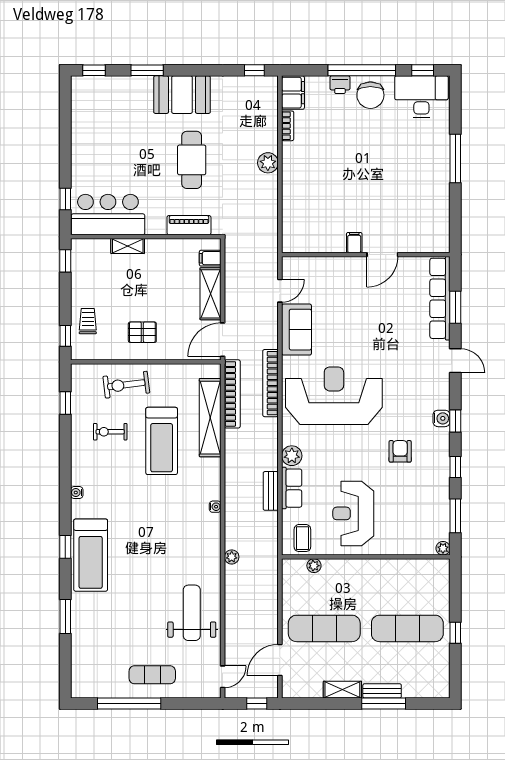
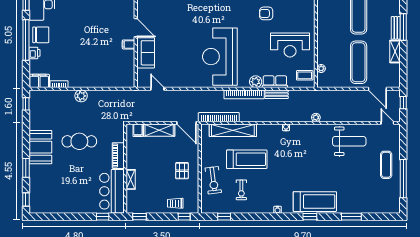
piano: (189, 225) -> (118, 156), moved
sofa: (297, 330) -> (146, 53), moved, turned 90
bookcase: (271, 383) -> (244, 94), moved
armchair: (400, 451) -> (266, 13), moved
weight bench: (192, 613) -> (349, 141), turned 180

